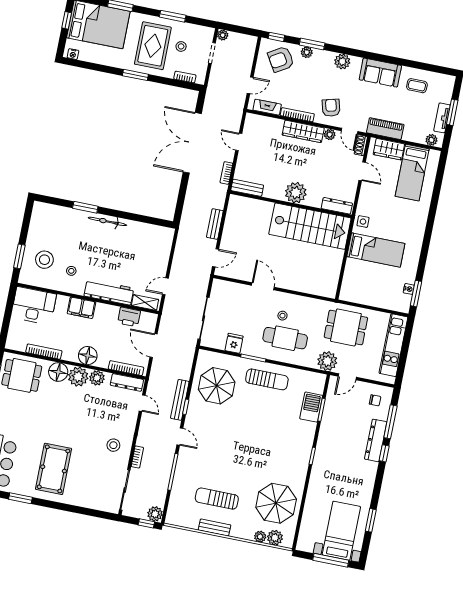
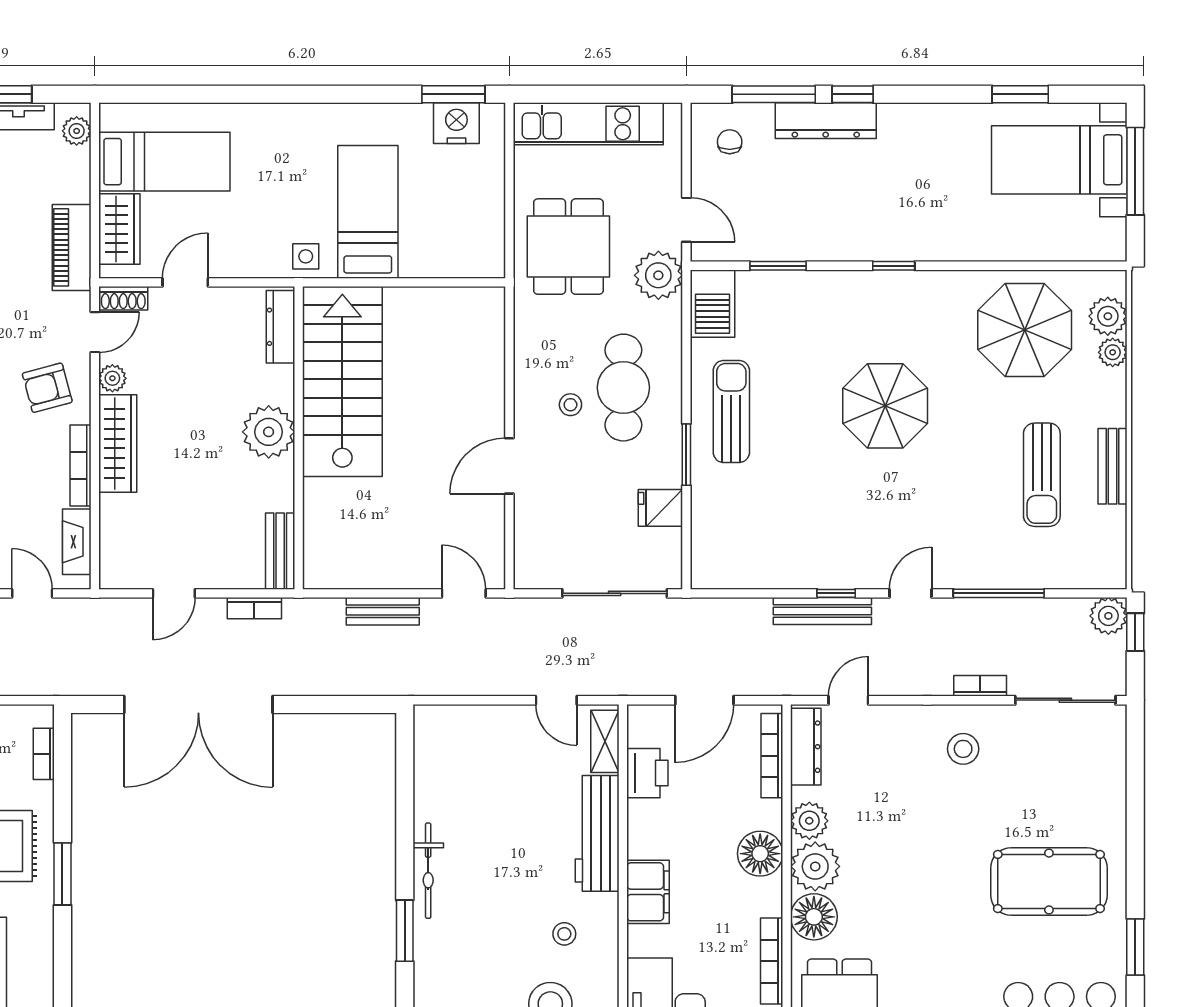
nightstand: (409, 289) -> (456, 123), width x1.89, depth x1.79
parasol: (217, 386) -> (885, 406), moved
barbecue: (311, 407) -> (713, 304), moved, turned -90

